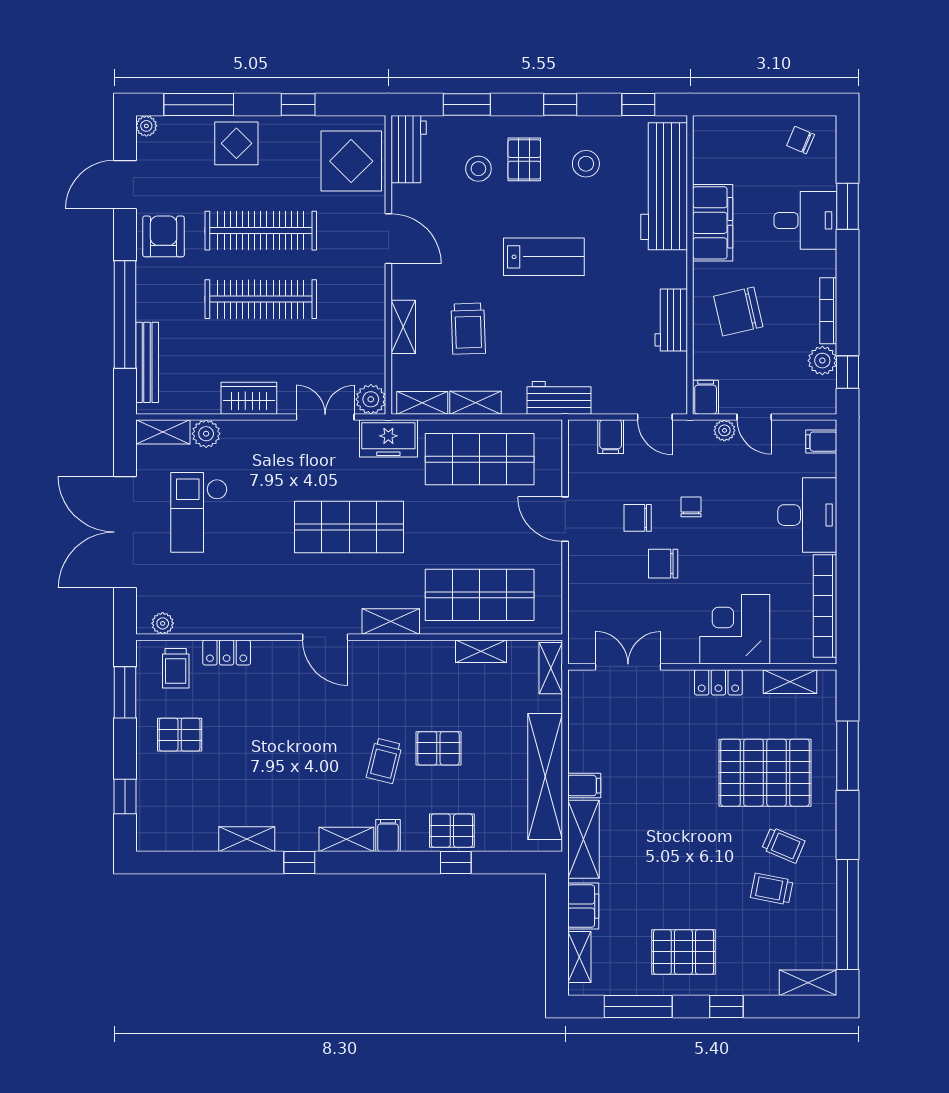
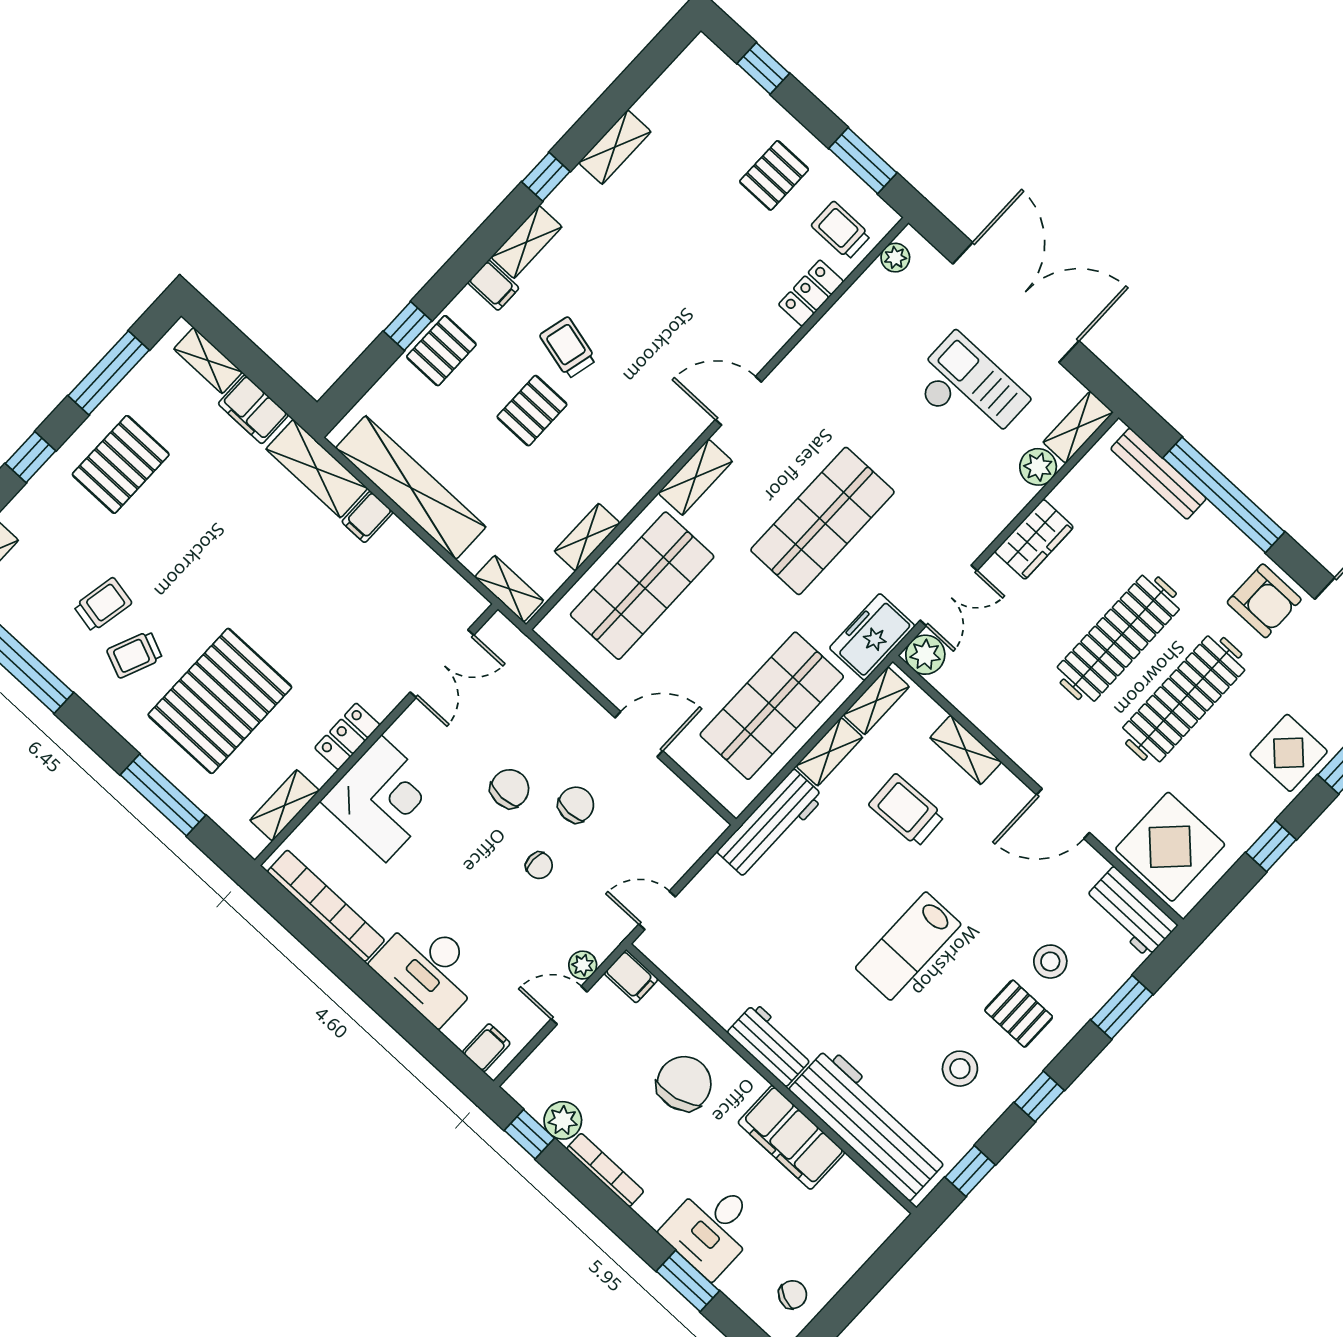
workbench: (671, 320) -> (770, 1044), moved
workbench: (559, 398) -> (771, 824), width x1.37
filing cabinet: (611, 437) -> (677, 851), removed

